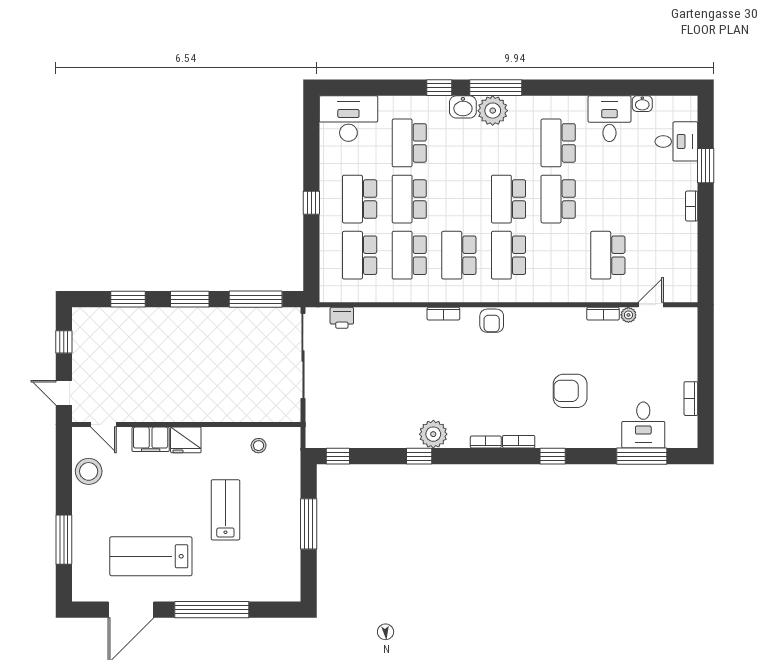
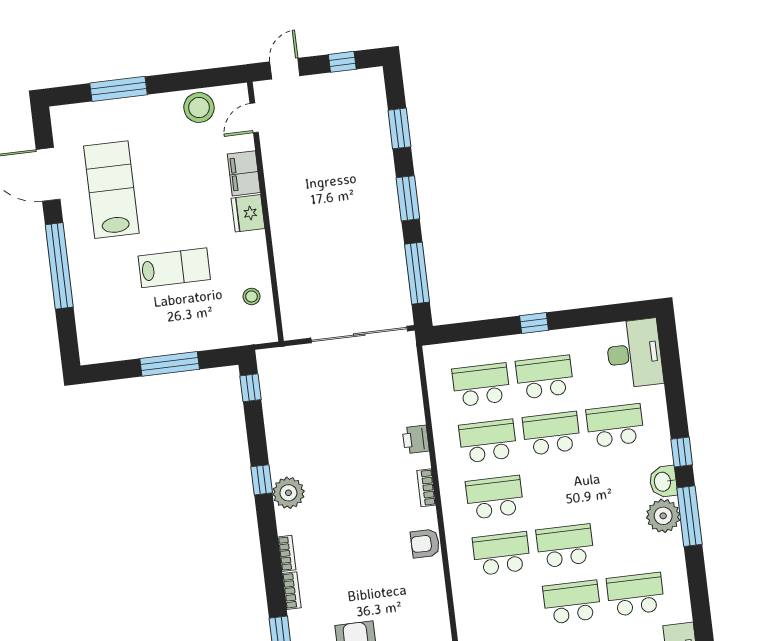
printer: (342, 318) -> (416, 439), moved

